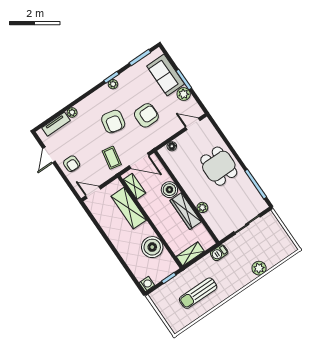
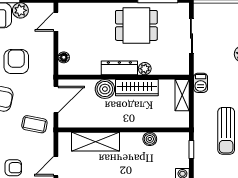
dining table: (219, 166) -> (136, 25), moved
shelving: (135, 186) -> (78, 121), removed
dresser: (191, 190) -> (119, 68), added
boiler: (152, 247) -> (150, 139), width x0.54, depth x0.54
shelving: (190, 254) -> (182, 95), moved

